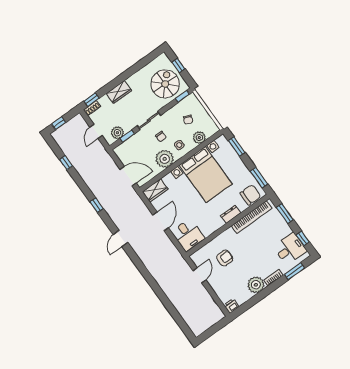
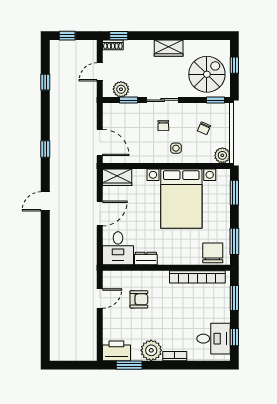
wardrobe: (119, 92) -> (169, 48), moved
plant: (199, 138) -> (222, 155), moved
plant: (165, 159) -> (151, 152), removed
chair: (250, 195) -> (213, 253), turned -90
dresser: (231, 214) -> (146, 258), moved
window: (295, 271) -> (129, 365), moved
printer: (231, 306) -> (116, 351), width x1.87, depth x1.48

